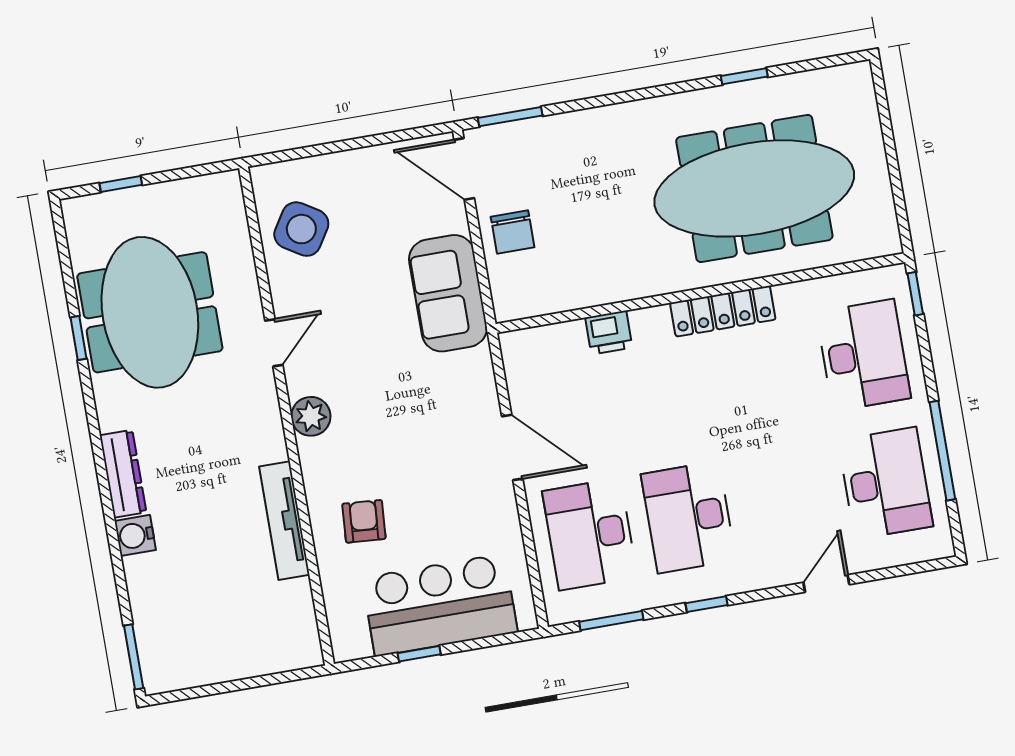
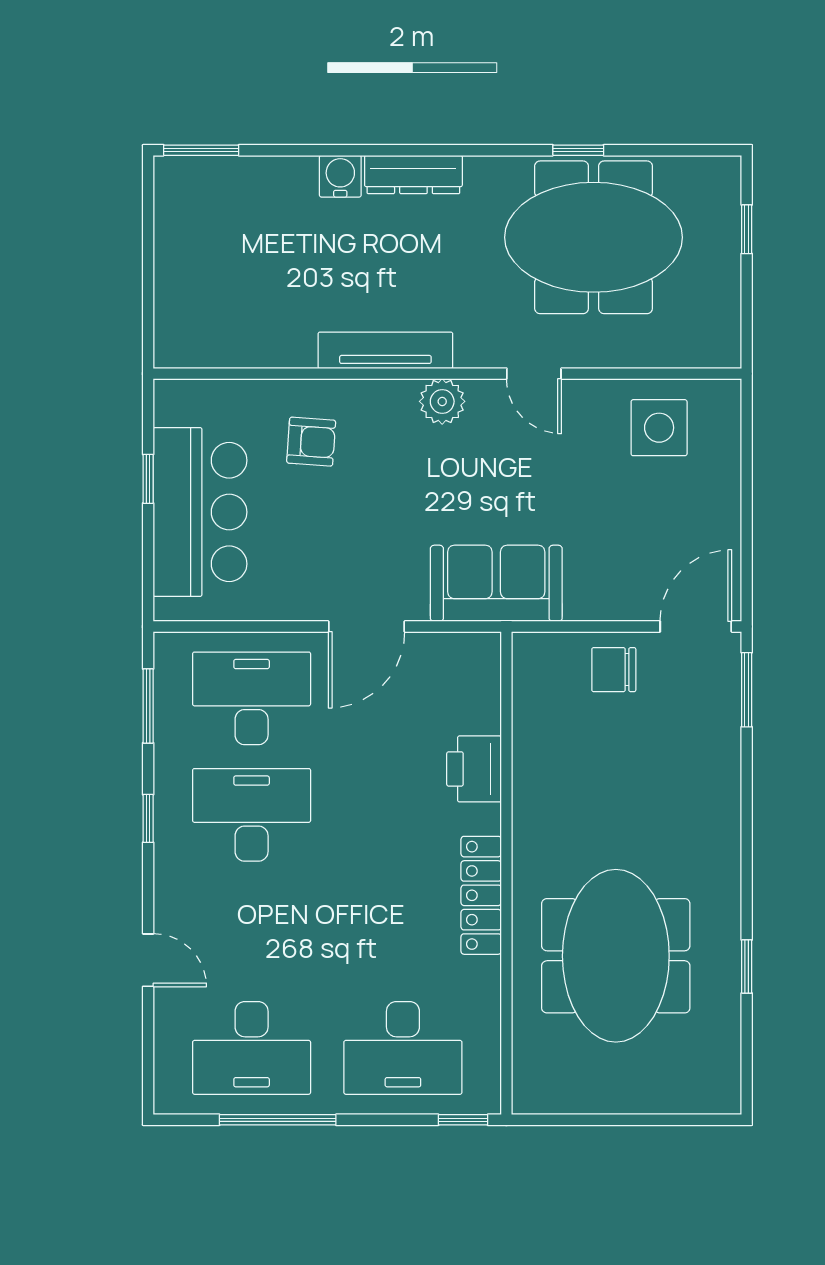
meeting table: (754, 188) -> (616, 956), width x0.73
side table: (301, 229) -> (659, 428), turned -32
sofa: (448, 293) -> (496, 583), moved
printer: (609, 333) -> (474, 769), width x1.36, depth x1.24
tv unit: (284, 521) -> (385, 350), moved

